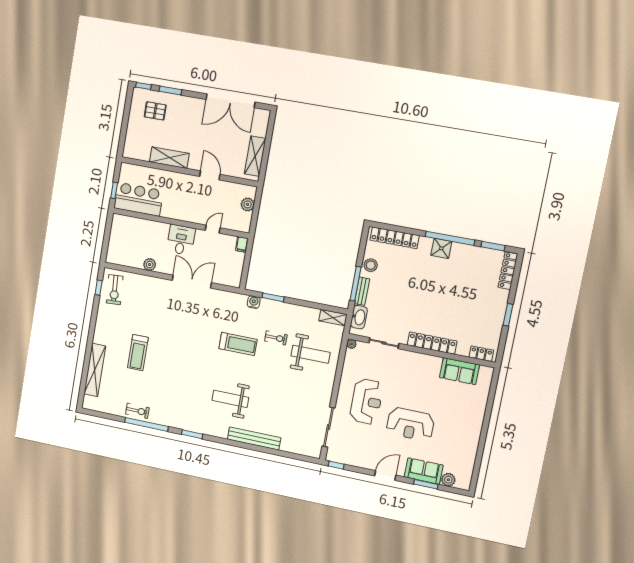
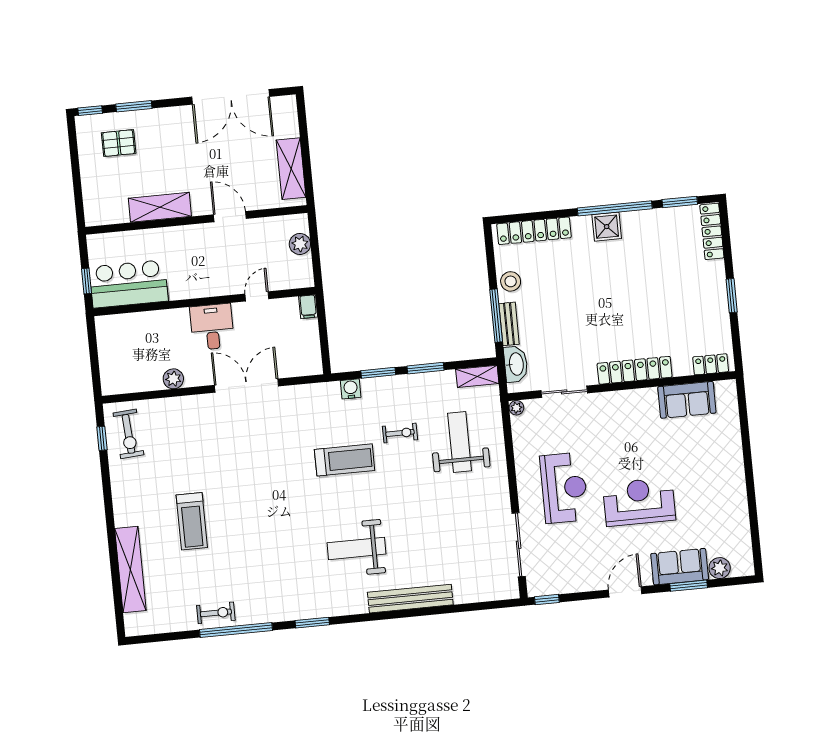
window: (303, 303) -> (426, 368), added
weight bench: (311, 354) -> (460, 442), turned -90
reception desk: (410, 424) -> (639, 502), turned 180

